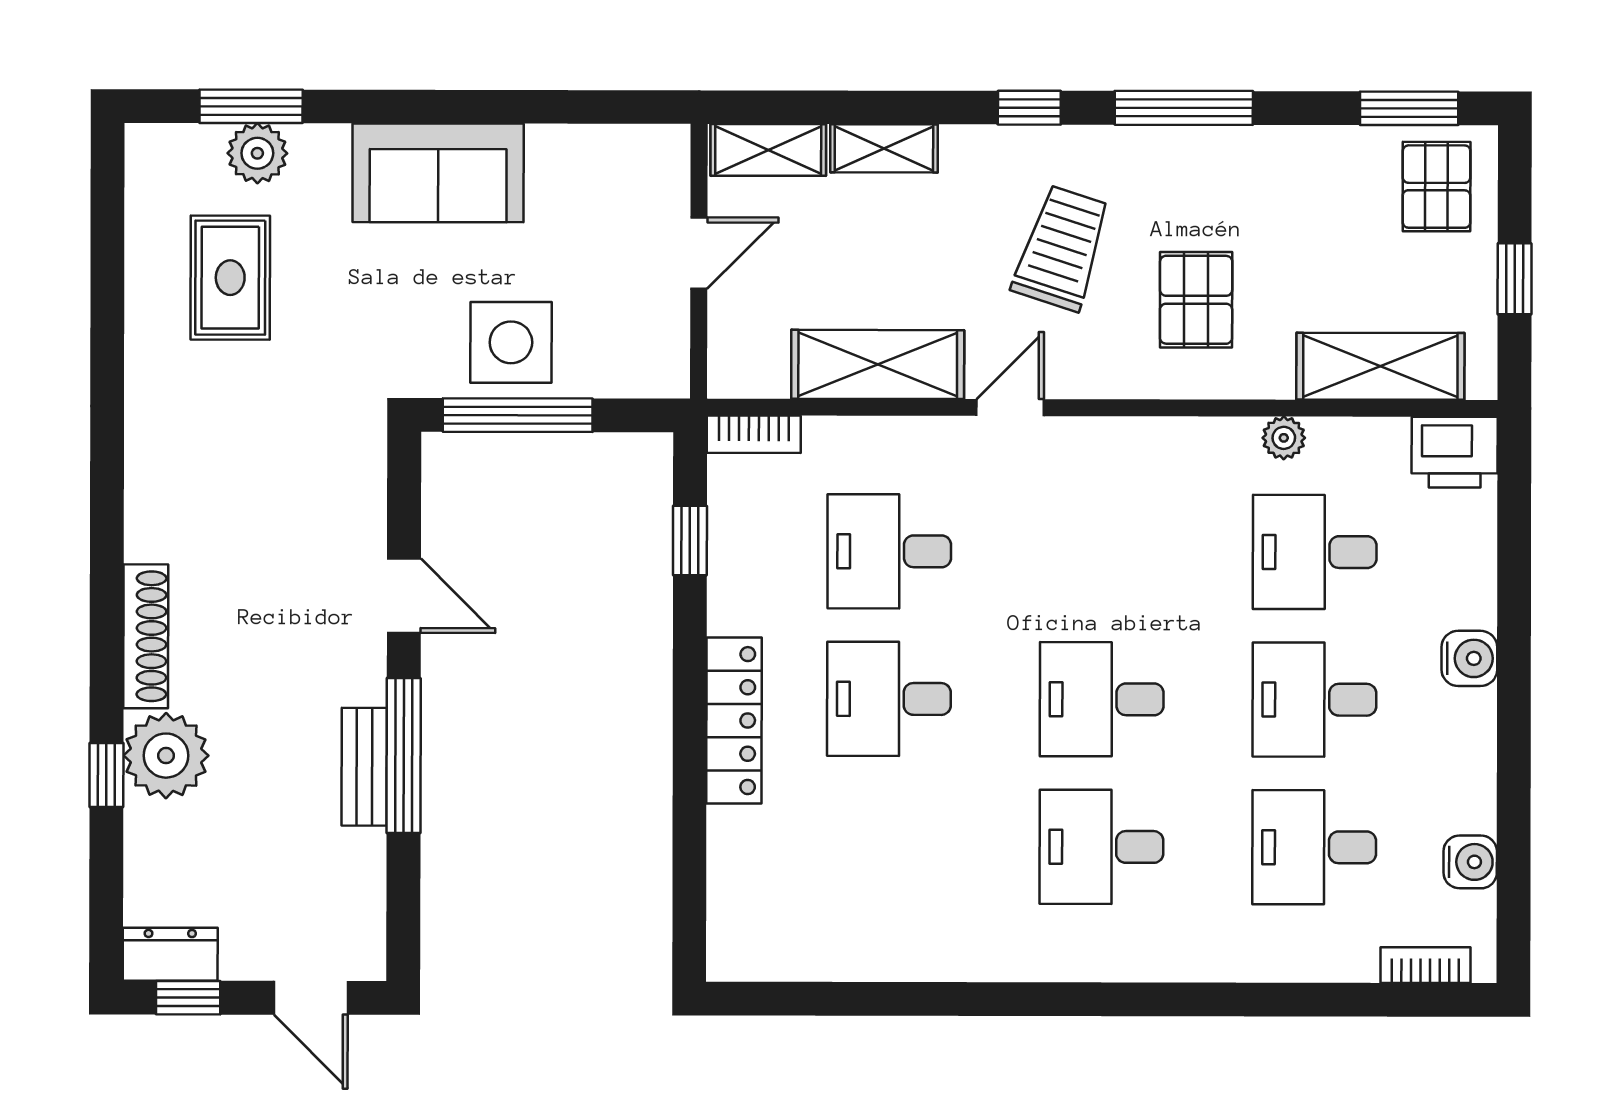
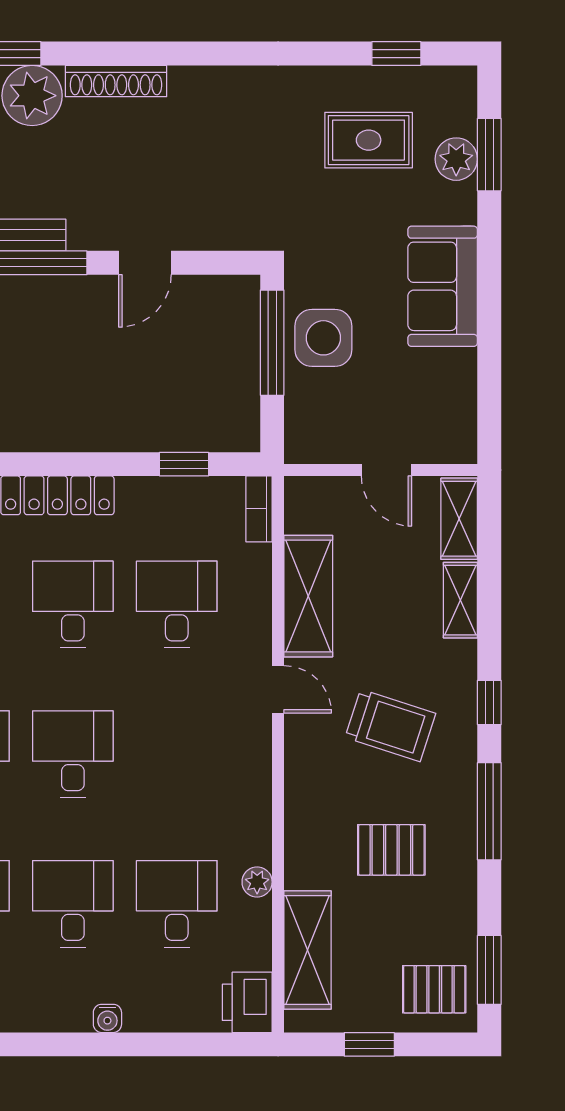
window: (107, 238) -> (396, 54), added
pallet: (1196, 300) -> (391, 850), moved
water cooler: (1469, 658) -> (107, 1018), width x0.72, depth x0.72

